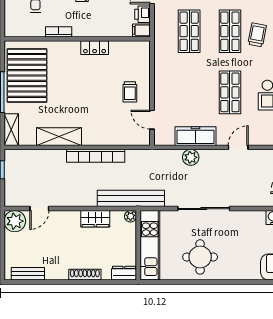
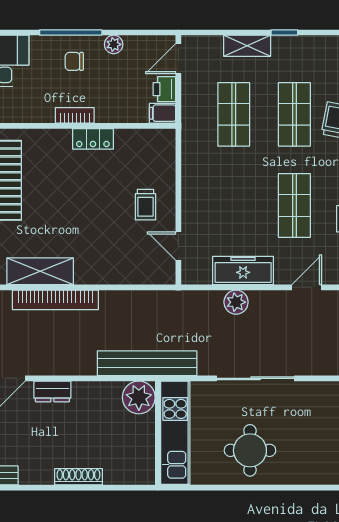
bookcase: (59, 32) -> (75, 115), moved
bookcase: (96, 156) -> (55, 300), moved
plant: (131, 216) -> (139, 397), width x1.88, depth x1.88
wardrobe: (95, 219) -> (94, 393), removed
dresser: (124, 273) -> (52, 391), moved, turned 180

